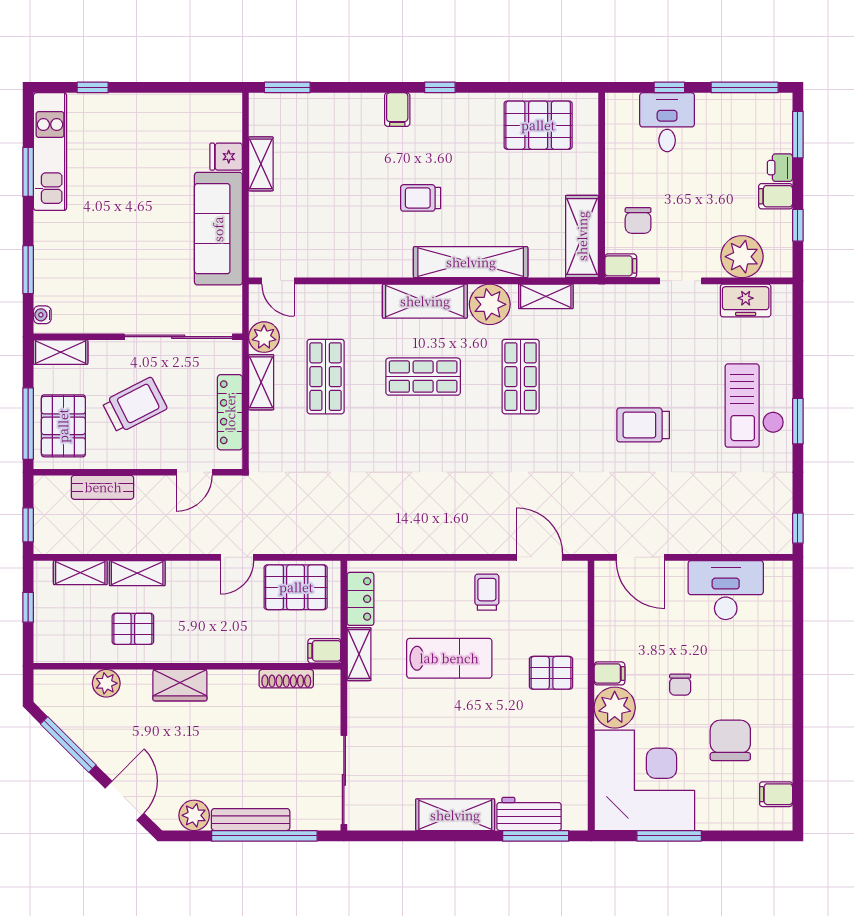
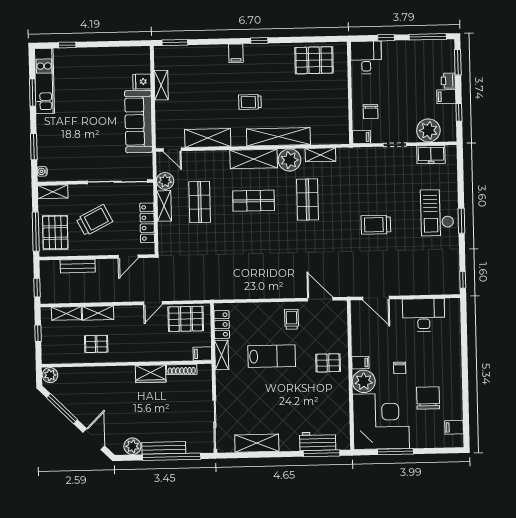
desk: (667, 122) -> (366, 57), moved
shelving: (582, 236) -> (208, 138), moved, turned 90
plant: (106, 683) -> (50, 375), moved
wardrobe: (180, 685) -> (151, 374), moved
shelving: (455, 815) -> (257, 443), moved

